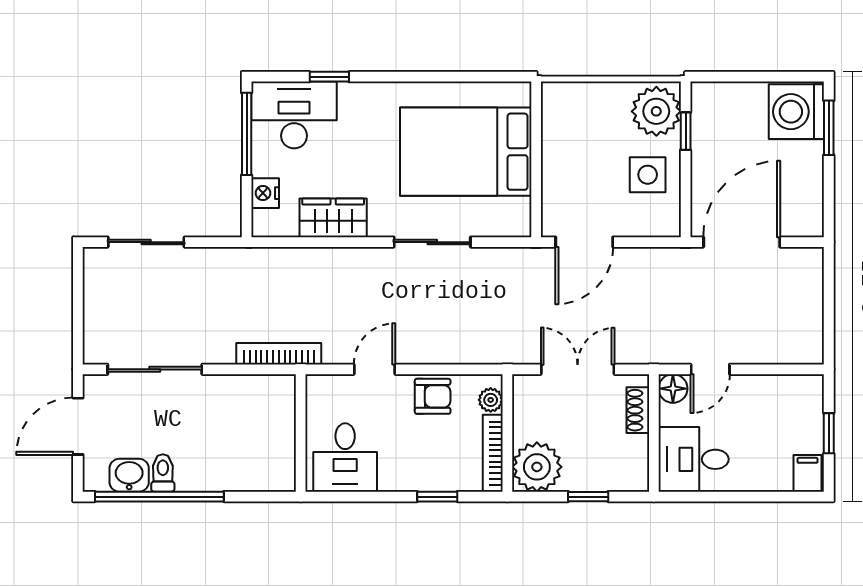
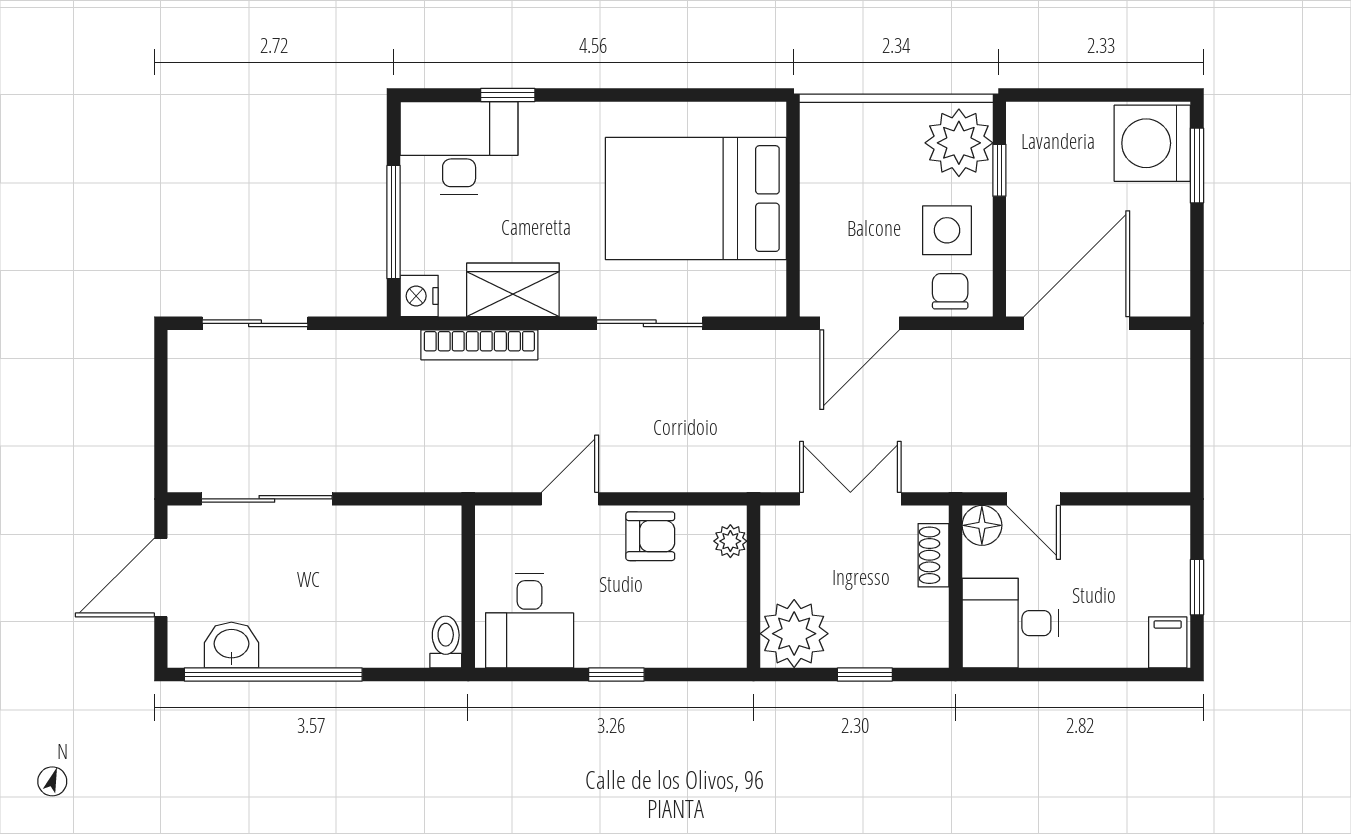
window: (247, 134) -> (394, 222), moved
nightstand: (265, 193) -> (419, 296), moved
chair: (650, 219) -> (950, 291), added
bookcase: (279, 354) -> (479, 345), moved, turned 180
door: (710, 369) -> (1033, 499), hinge flipped
bookcase: (493, 453) -> (733, 615), removed
toilet: (163, 473) -> (446, 642), moved
window: (437, 497) -> (616, 674), moved

